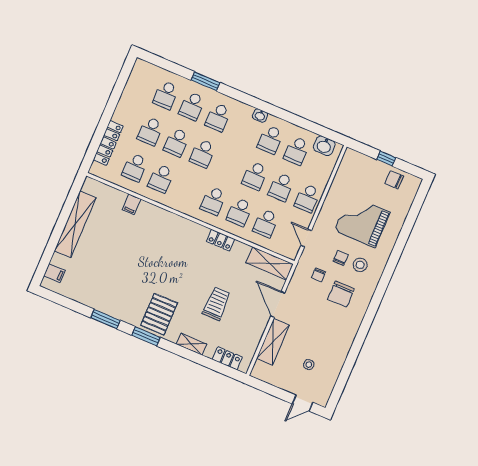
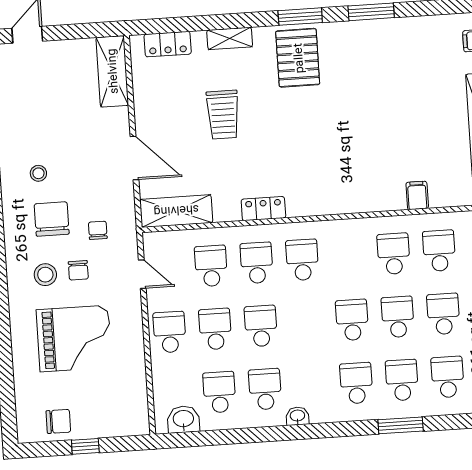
shelving: (273, 342) -> (112, 71), moved
stool: (309, 365) -> (38, 173), moved

